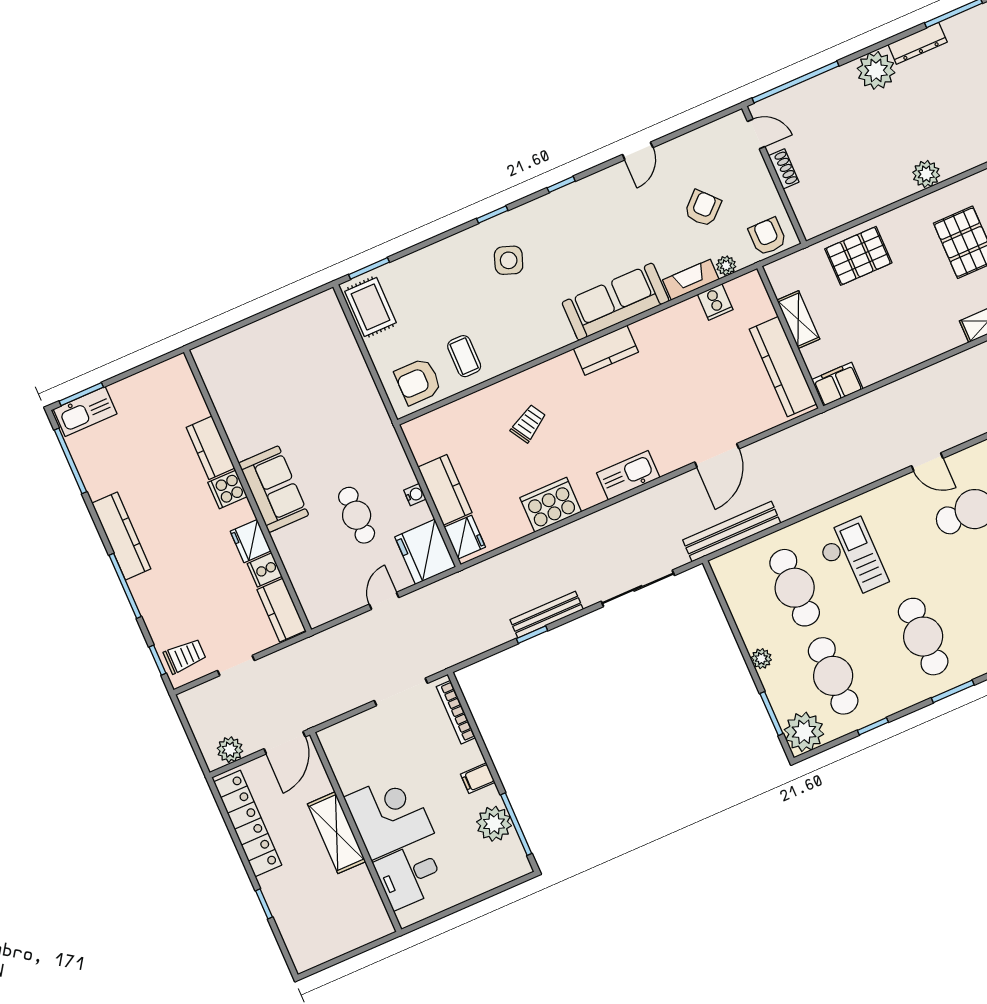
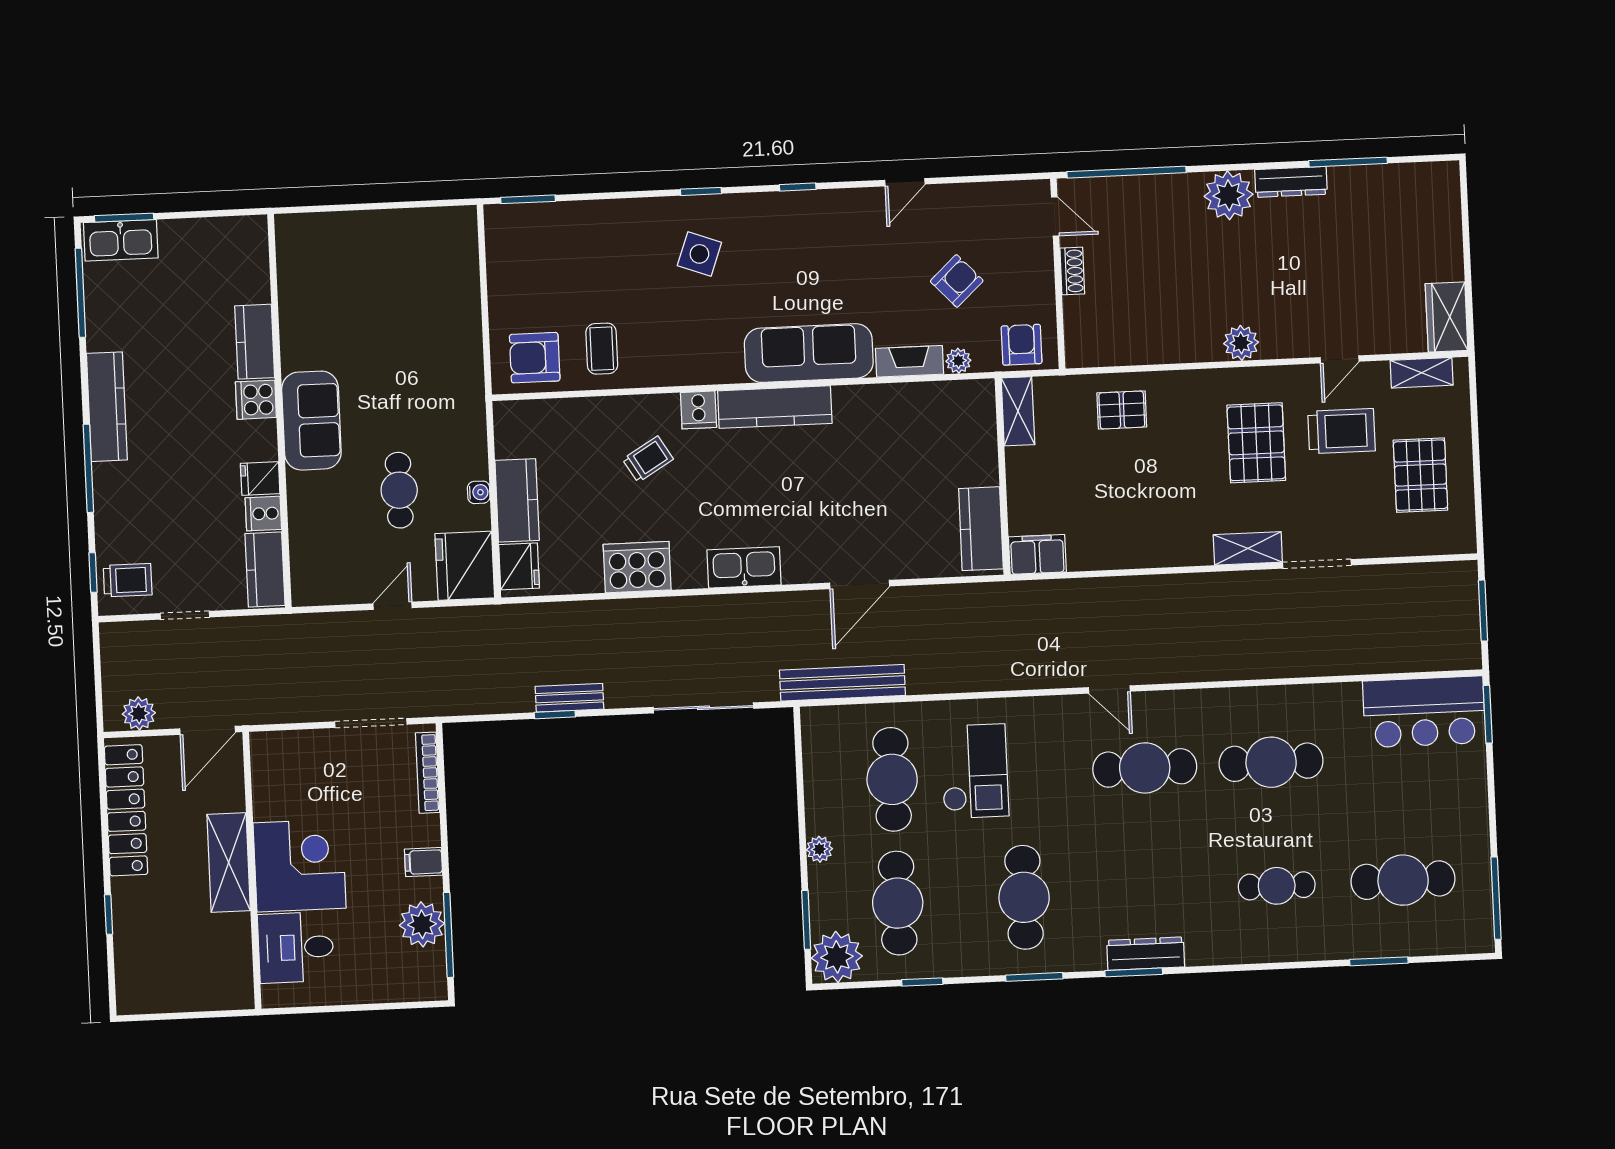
pallet: (858, 256) -> (1122, 410), width x0.67, depth x0.71
cooker: (715, 302) -> (699, 410), moved
rug: (371, 307) -> (512, 246), removed
shelving: (798, 320) -> (1018, 411), moved
kitchen counter: (606, 350) -> (775, 407), width x1.50
kitchen counter: (783, 367) -> (981, 529), width x0.67
fridge: (251, 541) -> (260, 479), width x0.72
bench: (547, 615) -> (569, 698), width x0.73

